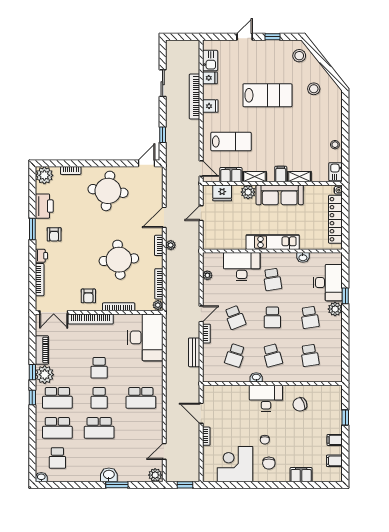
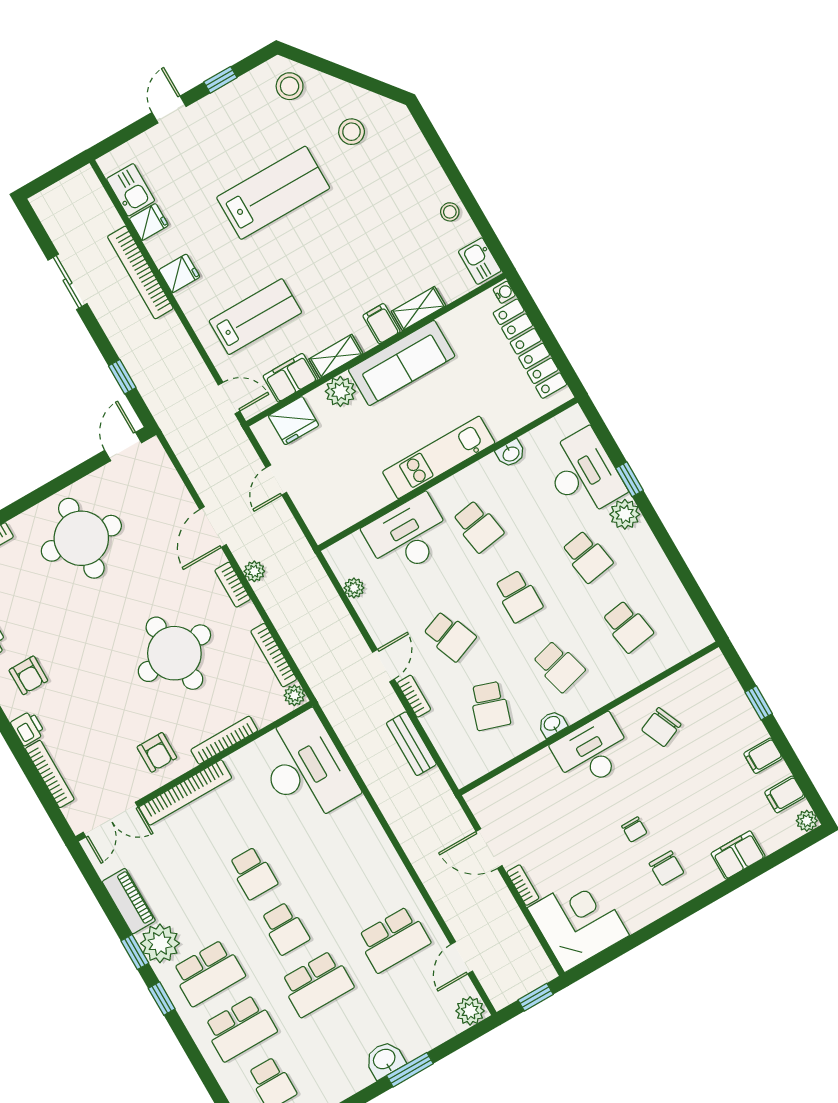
school desk: (141, 398) -> (394, 939), moved
corner desk: (235, 464) -> (578, 922), moved, turned 90
plant: (337, 477) -> (807, 821), added

